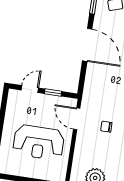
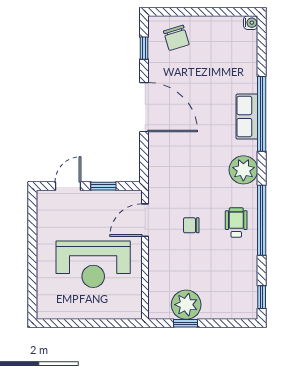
door: (77, 119) -> (145, 220), hinge flipped

